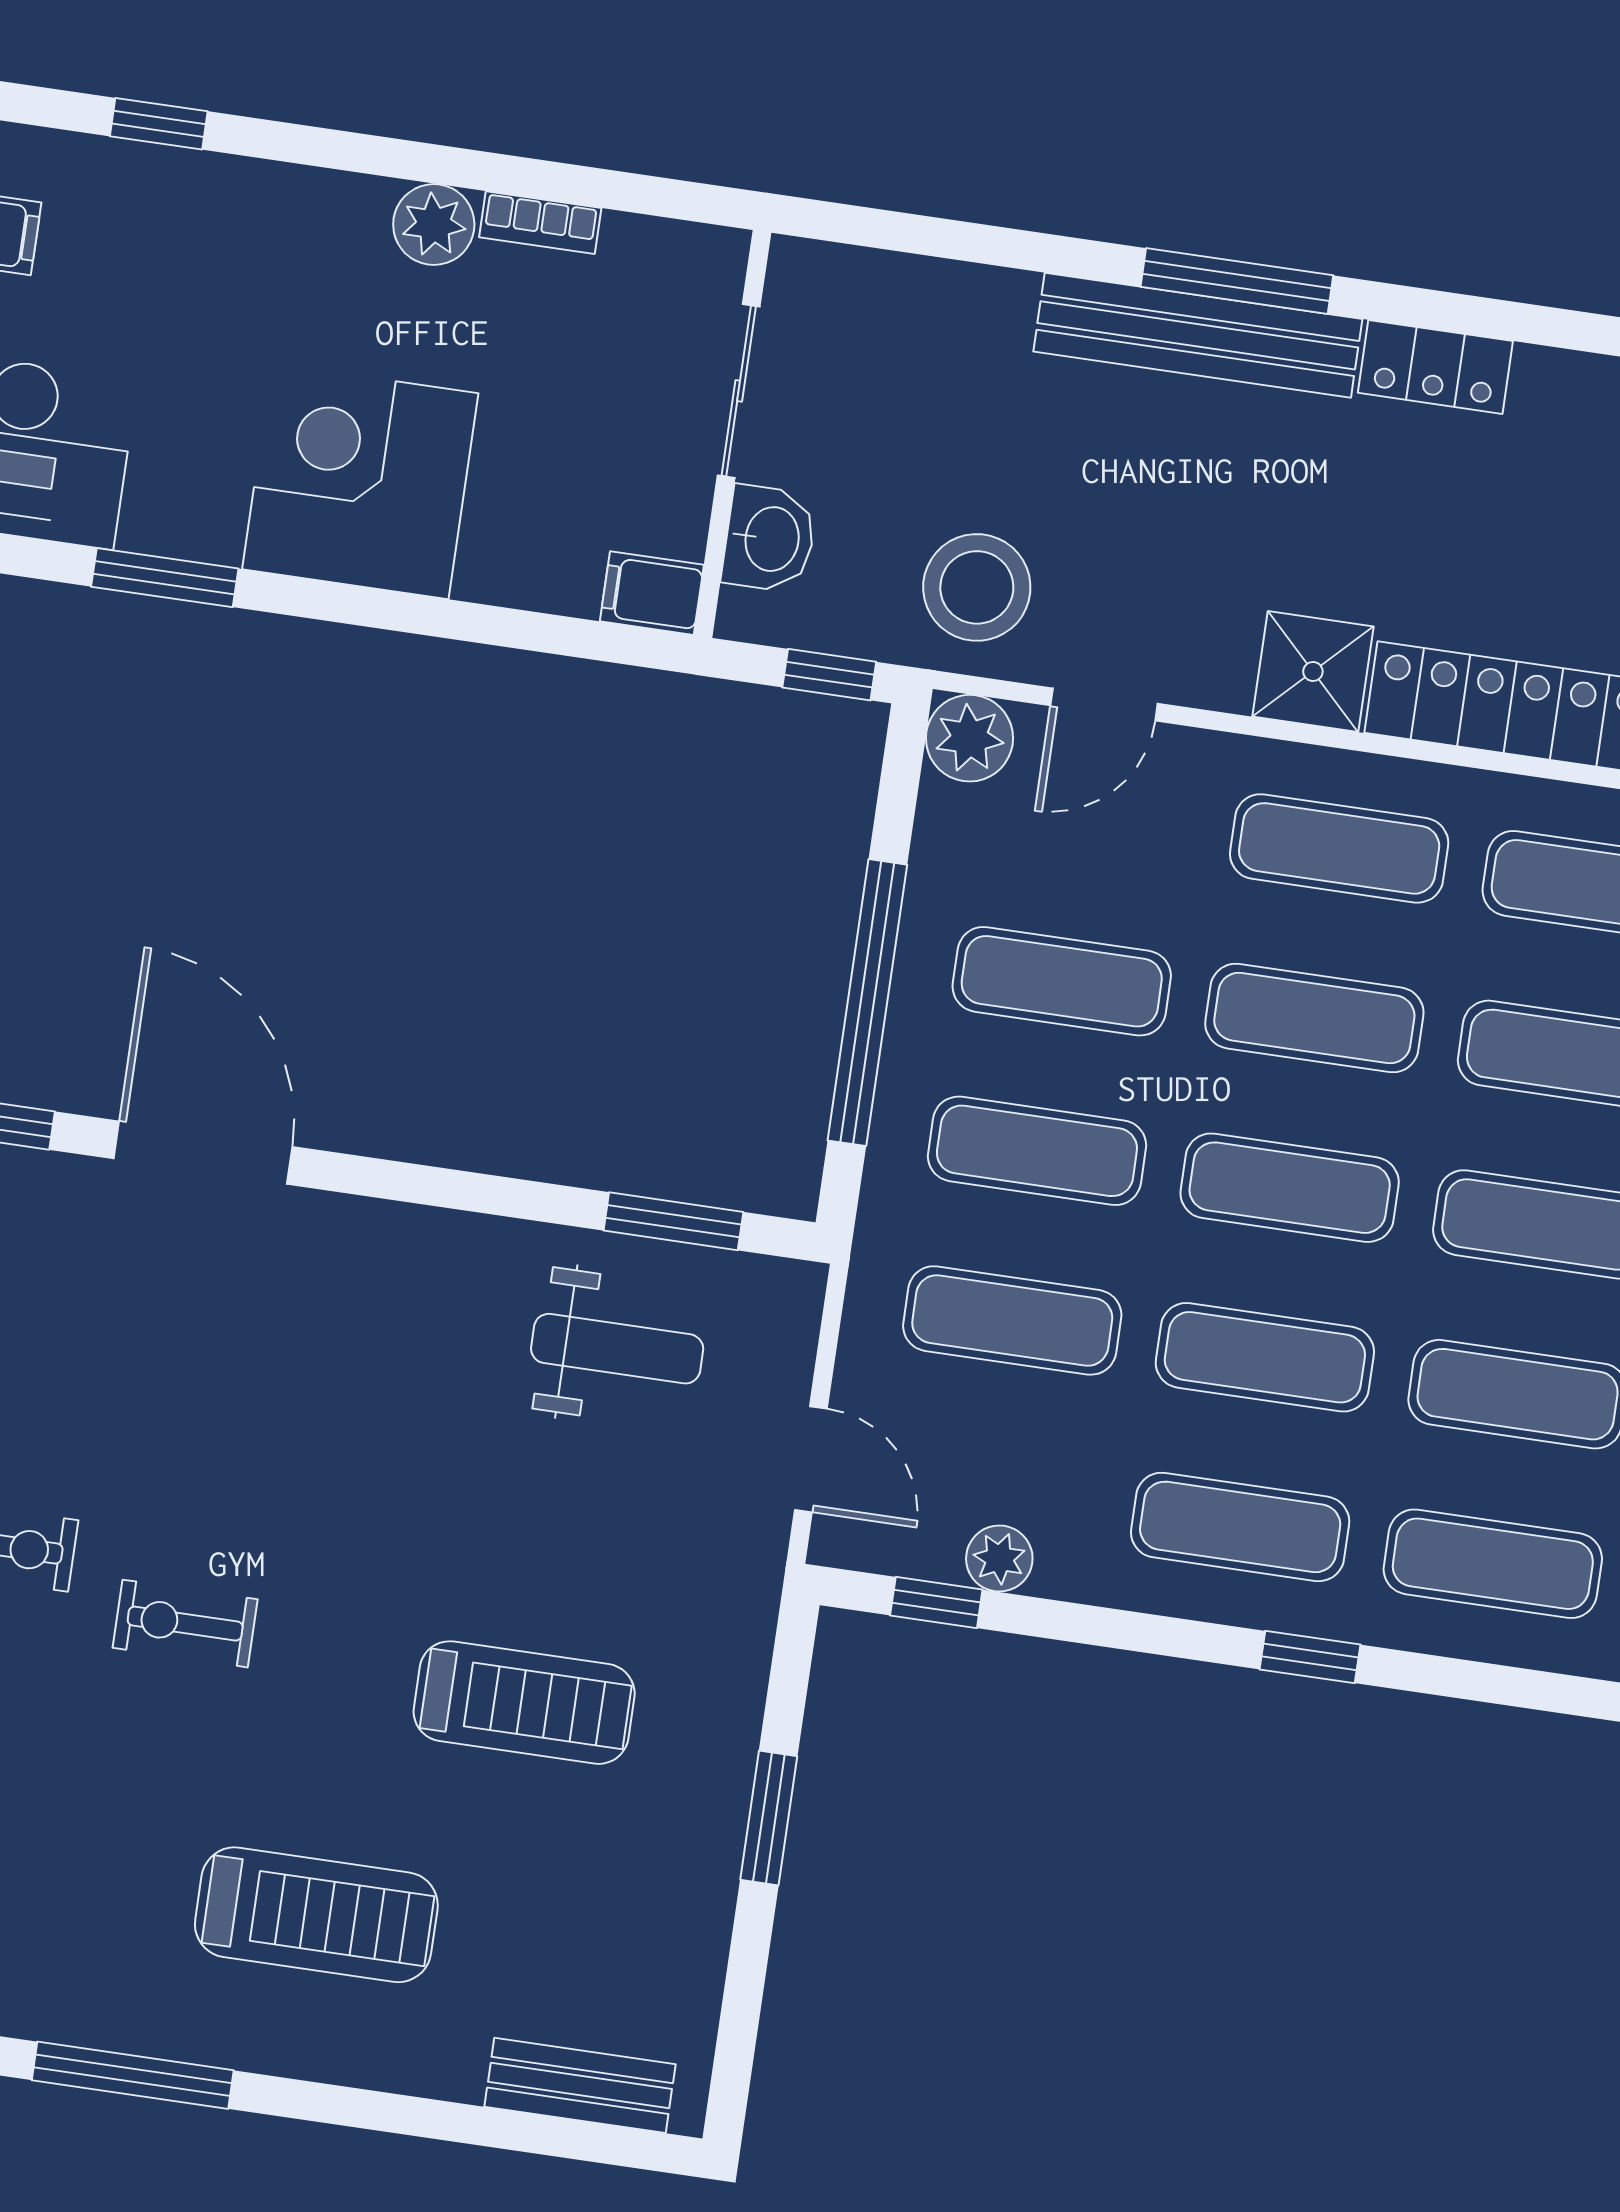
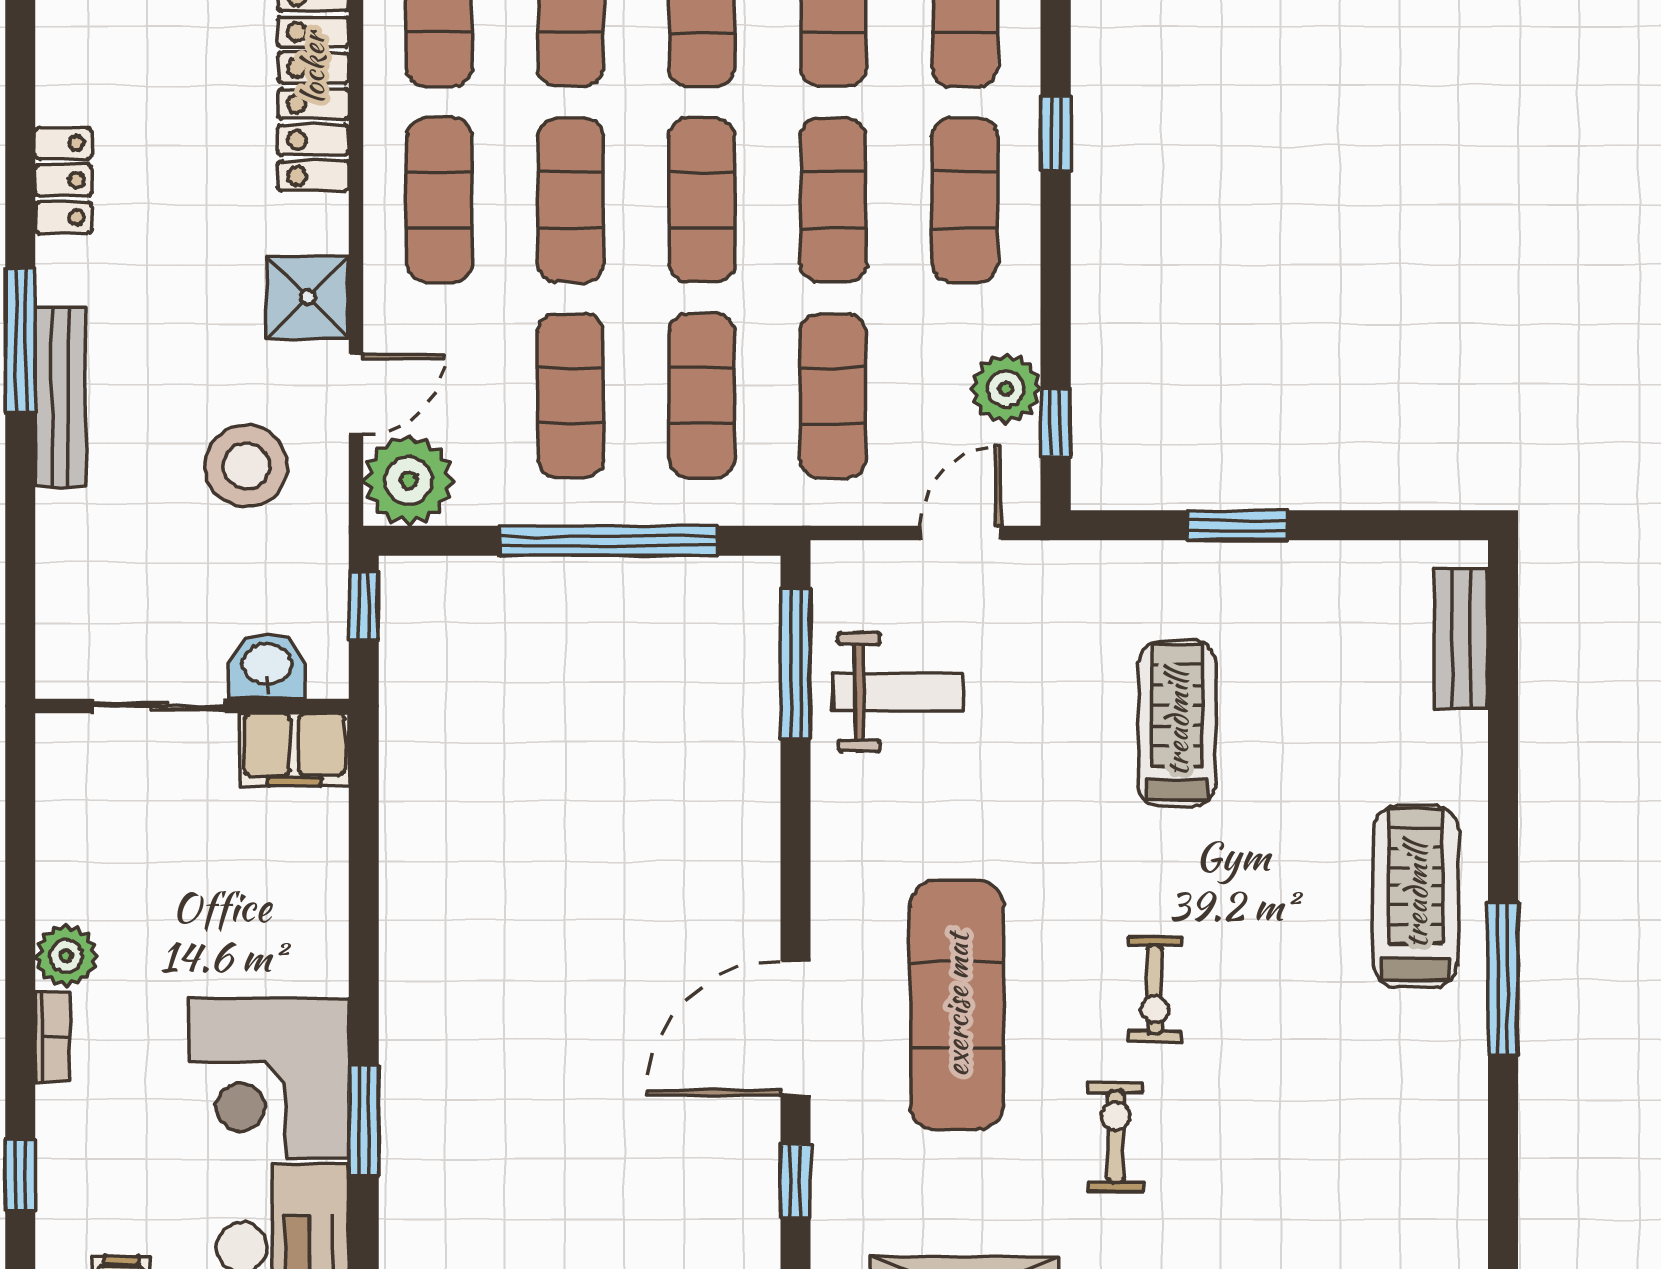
bookcase: (540, 223) -> (53, 1036), moved
bench: (1198, 335) -> (60, 397), width x0.73, depth x0.82
corner desk: (360, 481) -> (269, 1078), moved
stool: (977, 587) -> (246, 466), moved
filing cabinet: (652, 593) -> (294, 749), width x2.00
shower: (1313, 671) -> (308, 297), moved
door: (1104, 704) -> (356, 394), hinge flipped
plant: (969, 738) -> (409, 480), width x1.36, depth x1.36
window: (673, 1221) -> (796, 664), width x1.44
weight bench: (617, 1349) -> (898, 692), turned 90
exercise mat: (203, 1365) -> (957, 1005), added
plant: (999, 1559) -> (1006, 389), width x1.38, depth x1.38
treadmill: (316, 1915) -> (1416, 896), moved

